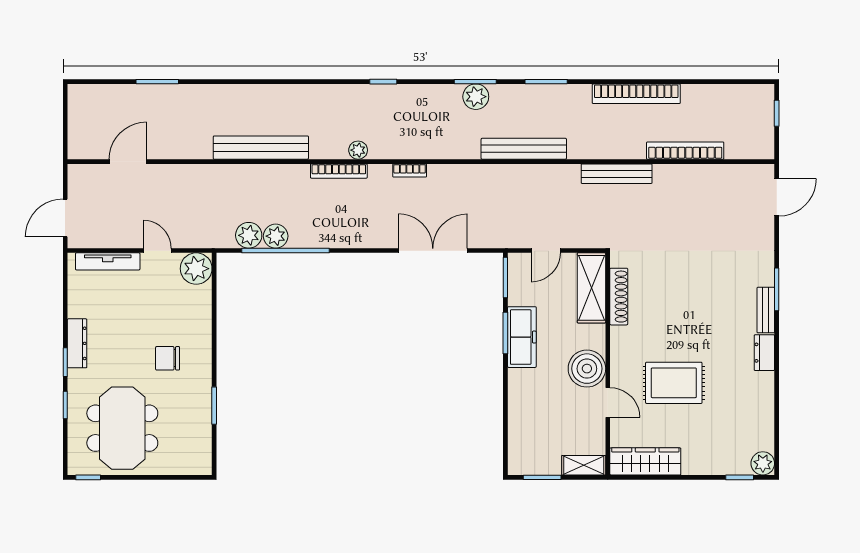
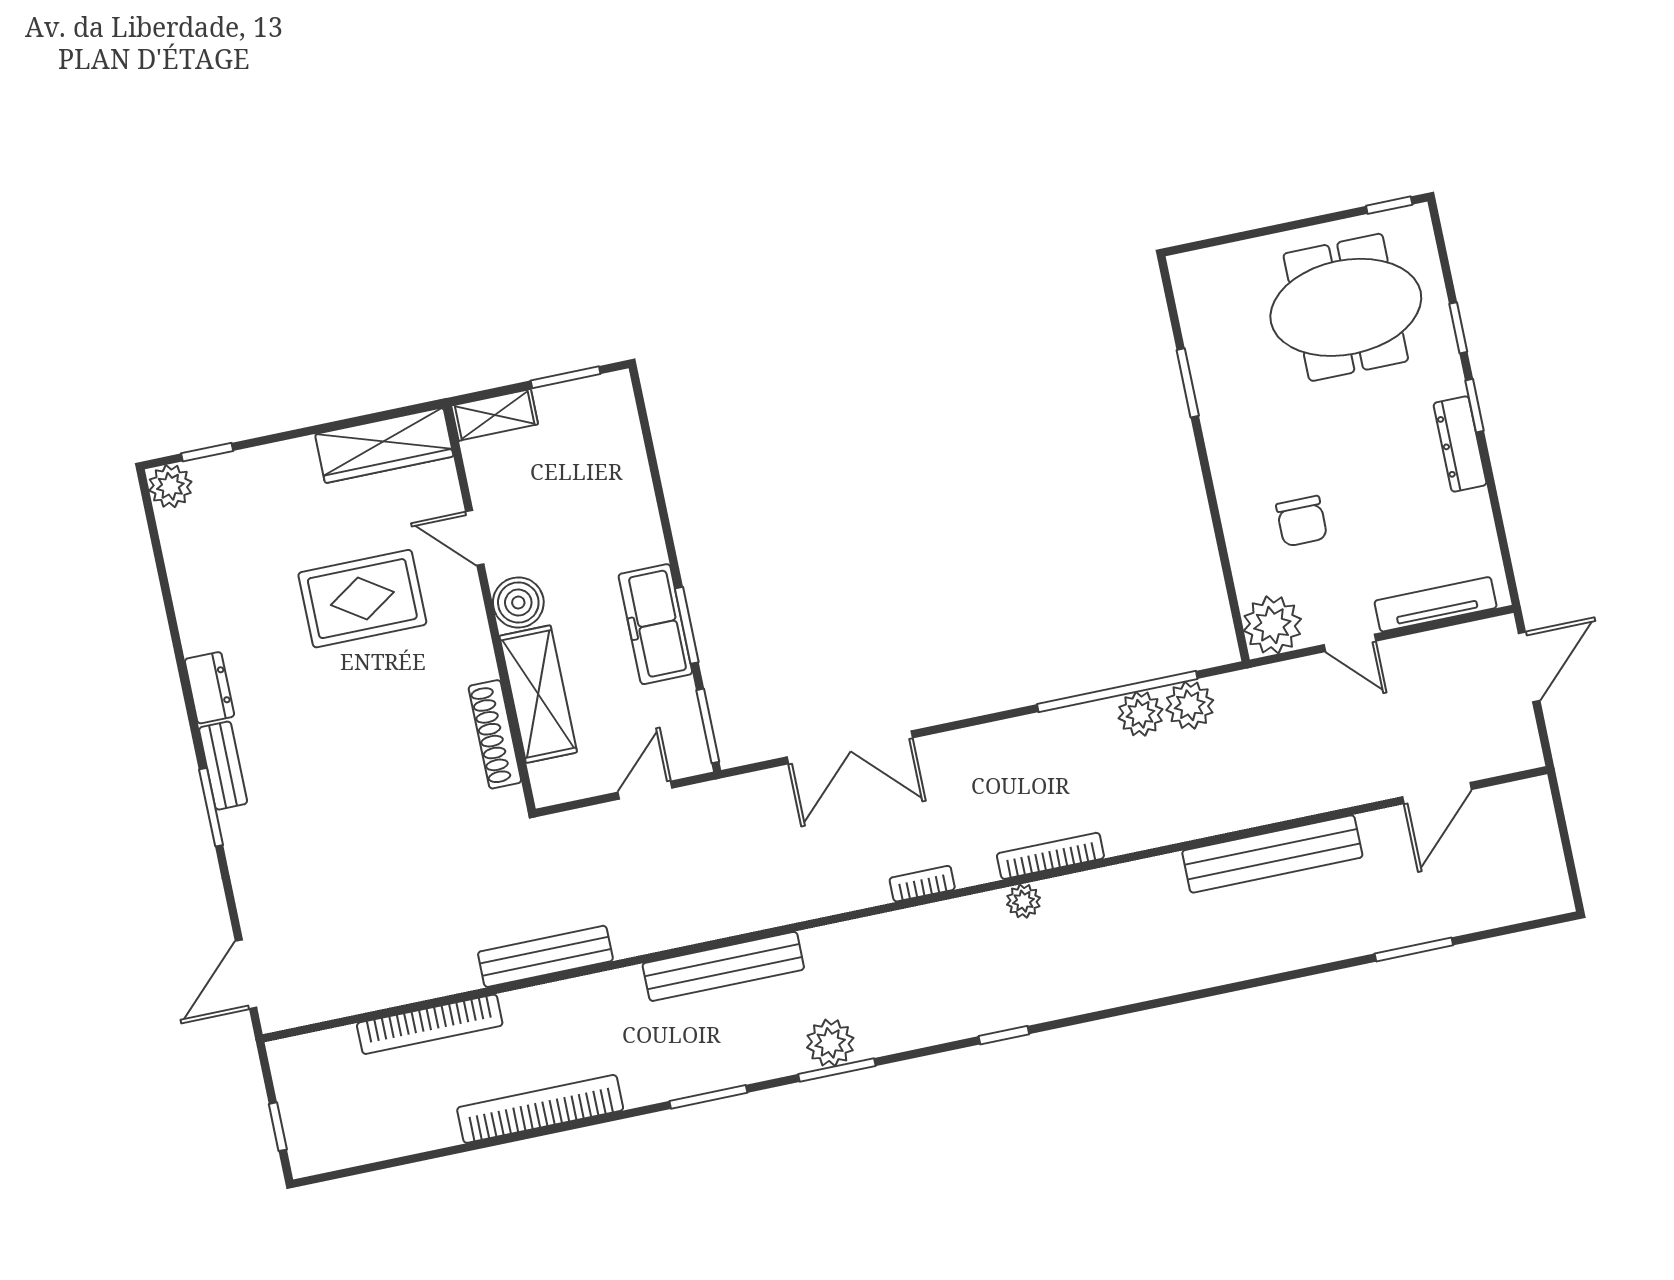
bench: (261, 148) -> (1272, 854), moved
shelving: (591, 288) -> (538, 694), moved
chair: (168, 358) -> (1302, 521), moved, turned 90
boiler: (587, 369) -> (518, 602), width x0.73, depth x0.73
meeting table: (122, 428) -> (1346, 307), turned 90

